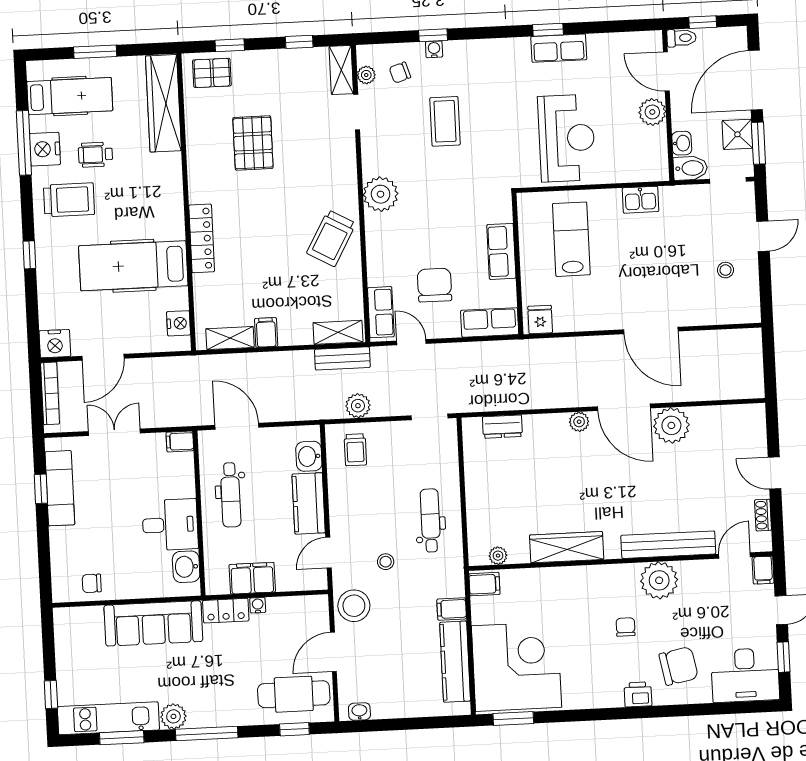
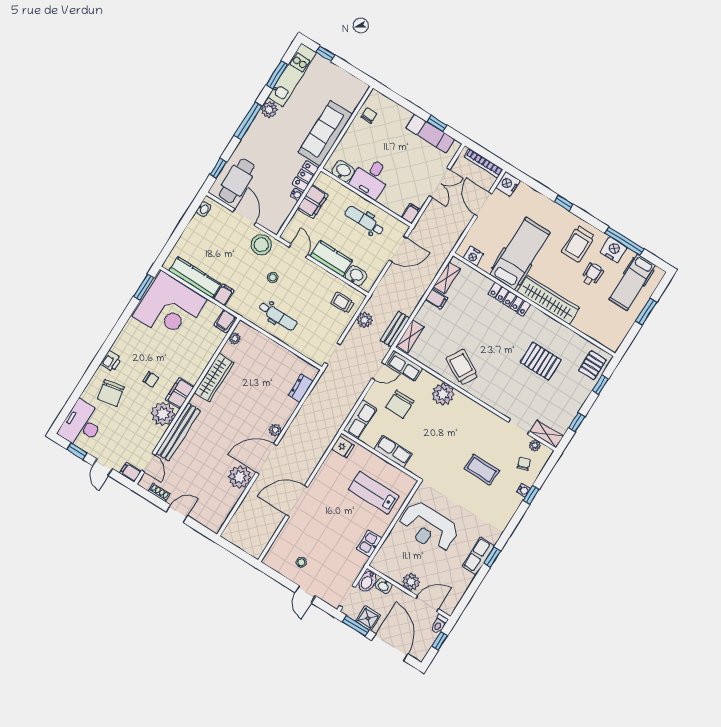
wardrobe: (163, 103) -> (548, 300), moved
plant: (381, 194) -> (443, 394), moved
lab bench: (571, 239) -> (374, 493), turned 180
chair: (435, 285) -> (400, 404), turned 90
filing cabinet: (617, 577) -> (180, 393), added

